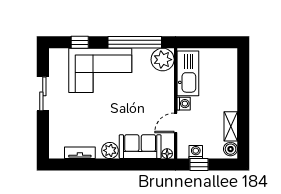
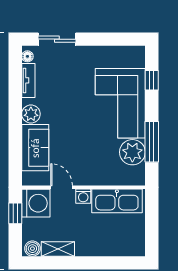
window: (135, 42) -> (152, 142), width x0.68
plant: (163, 60) -> (132, 152), moved
sliding door: (43, 94) -> (57, 39), moved
washing machine: (196, 152) -> (36, 203), width x1.89, depth x1.89
floor lamp: (167, 154) -> (27, 56), moved

